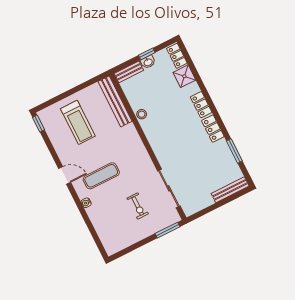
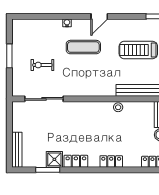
shower: (184, 76) -> (54, 159), moved
locker: (201, 105) -> (111, 162), moved
exercise mat: (101, 176) -> (83, 47), turned 90
window: (167, 230) -> (9, 56), moved

